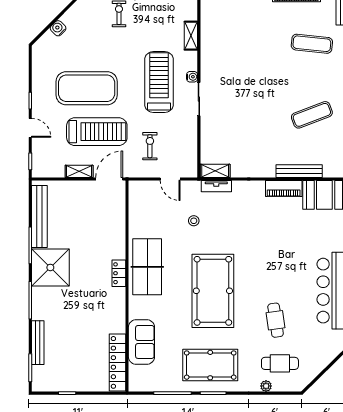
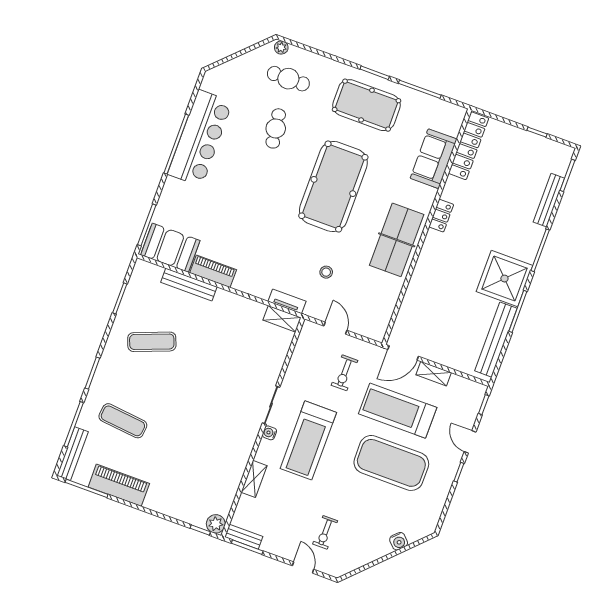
locker: (119, 273) -> (441, 216), moved
plant: (266, 386) -> (281, 48), moved

